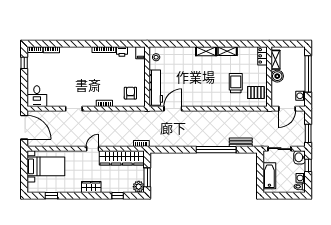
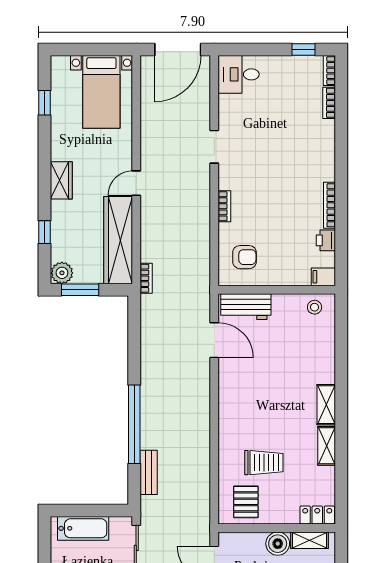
workbench: (156, 88) -> (246, 307), width x0.73
door: (93, 149) -> (136, 183), swing flipped

